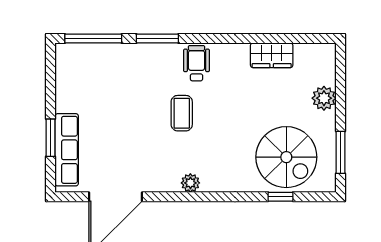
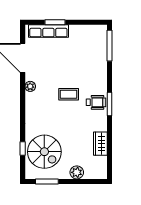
window: (157, 39) -> (109, 104), moved
spiral stairs: (286, 157) -> (44, 152), turned -90
plant: (190, 183) -> (30, 86), moved

